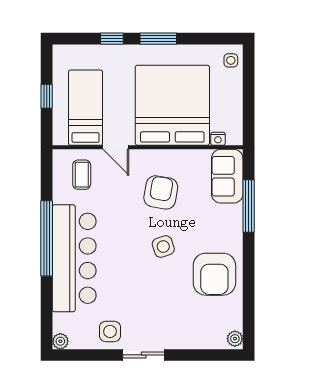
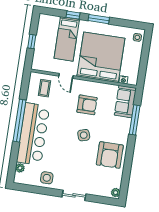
bed: (86, 108) -> (67, 39), moved, turned 180
armchair: (161, 192) -> (87, 105), turned 80
plant: (60, 341) -> (20, 168), moved
sliding door: (144, 355) -> (74, 195), moved

